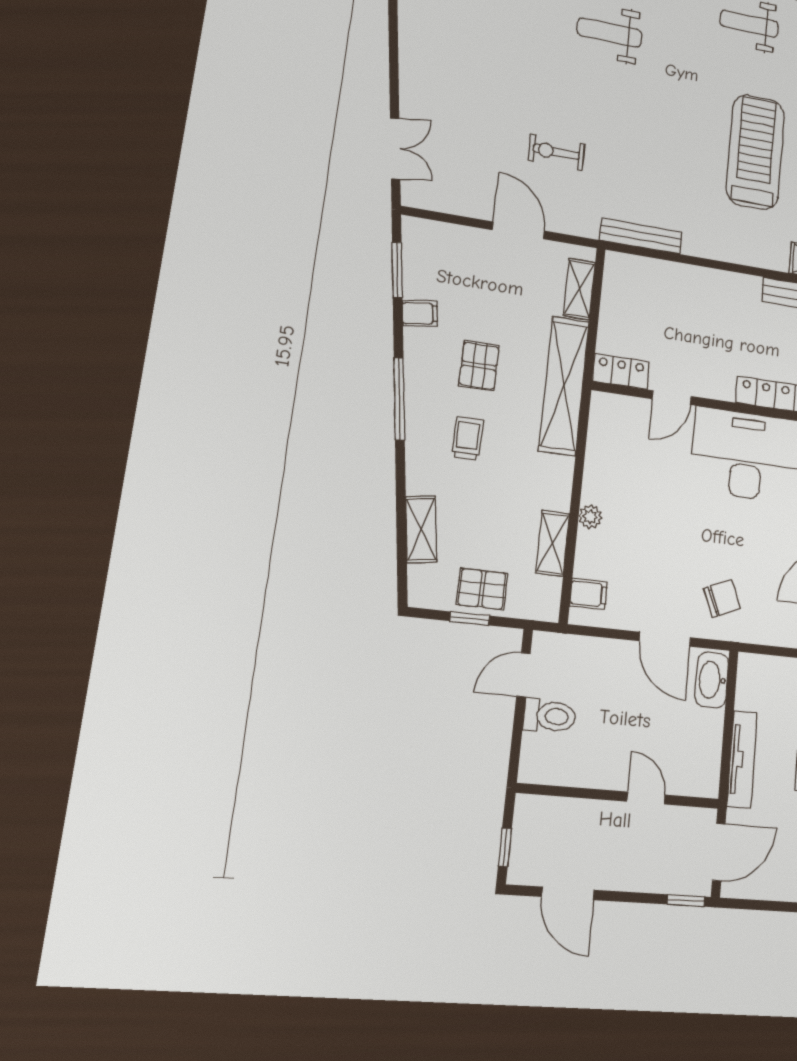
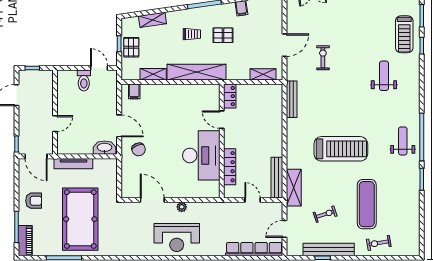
shelving: (564, 386) -> (196, 72), moved
plant: (590, 517) -> (166, 89), removed
door: (665, 639) -> (119, 126), swing flipped

